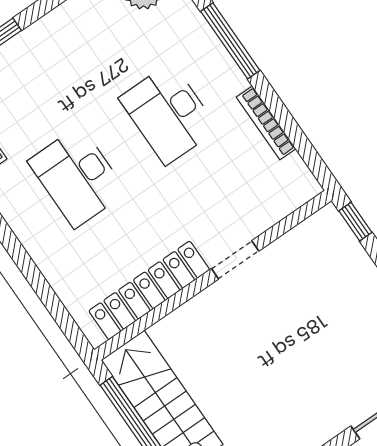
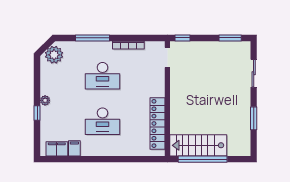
plant: (39, 33) -> (45, 100), added
doorway: (235, 260) -> (167, 58), moved

